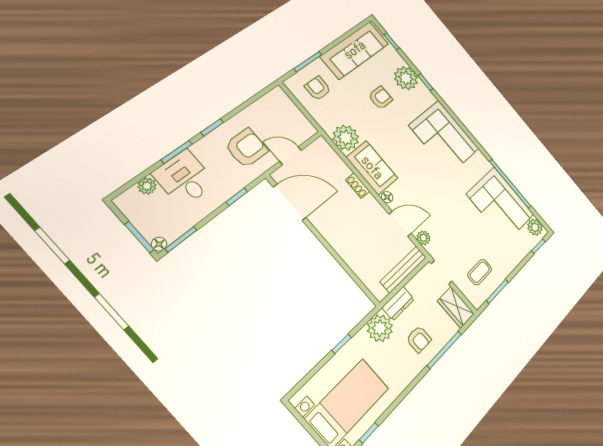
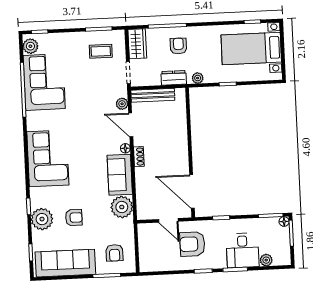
armchair: (380, 98) -> (74, 218), turned 180
shoe rack: (358, 186) -> (139, 157), moved
plant: (380, 328) -> (198, 78), width x0.53, depth x0.53

